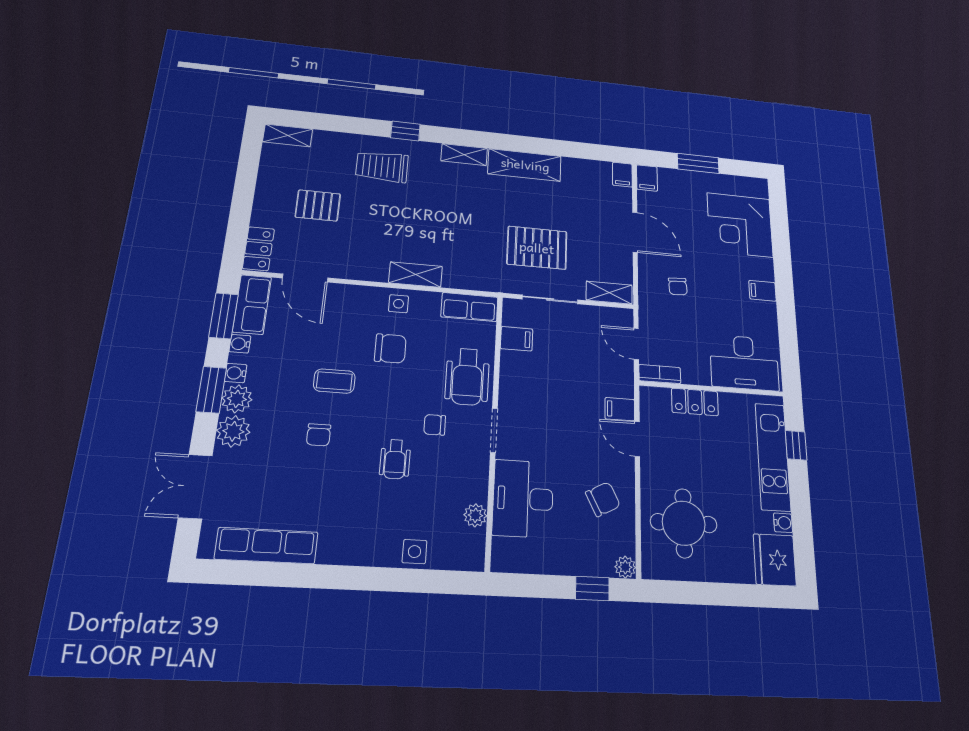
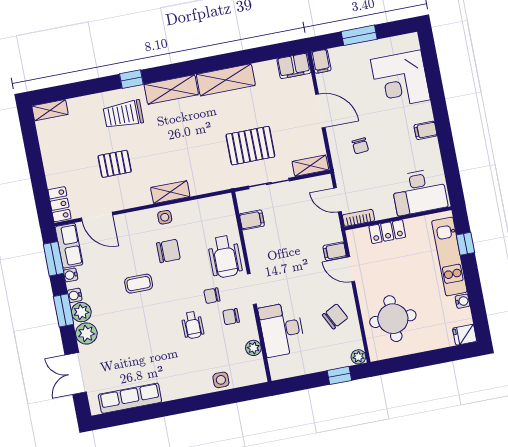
shelving: (464, 155) -> (171, 90), width x1.50, depth x1.33
filing cabinet: (622, 175) -> (294, 66), width x2.00
pallet: (318, 205) -> (115, 164), moved
row of seats: (469, 307) -> (214, 206), removed
chair: (319, 435) -> (231, 317), moved, turned 90
fridge: (775, 560) -> (465, 335), width x0.53, depth x0.75

